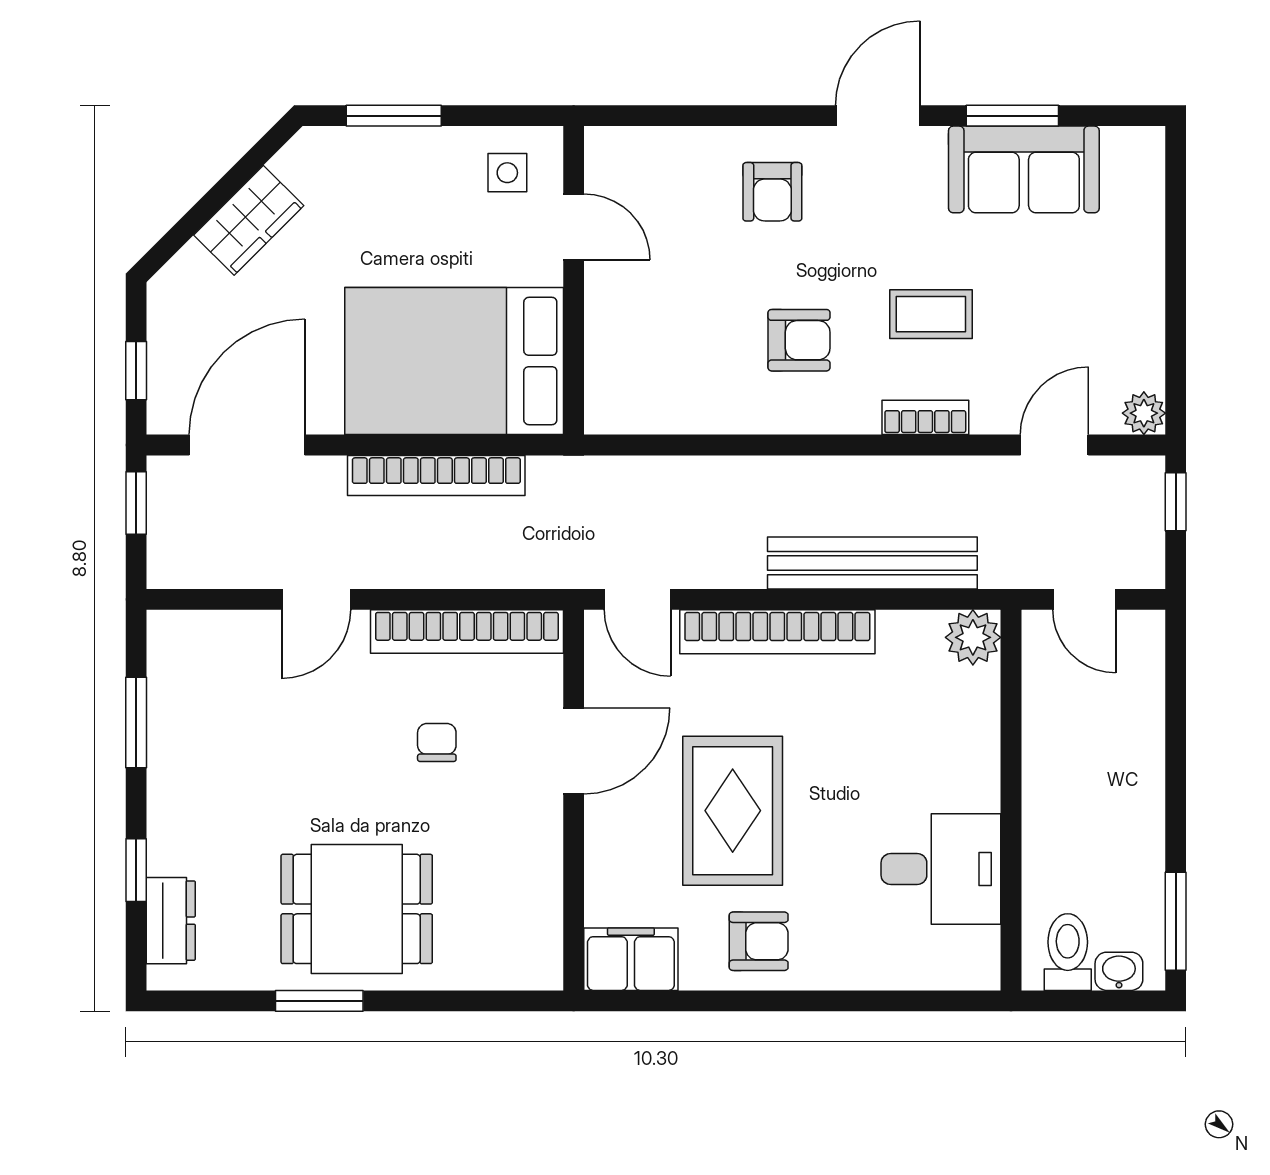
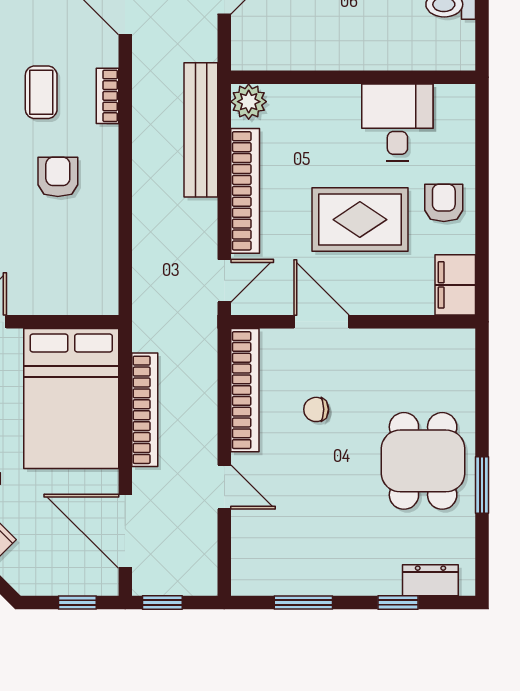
plant: (973, 637) -> (249, 102), moved
wall: (1011, 800) -> (353, 77), moved
desk: (941, 869) -> (397, 122), moved

